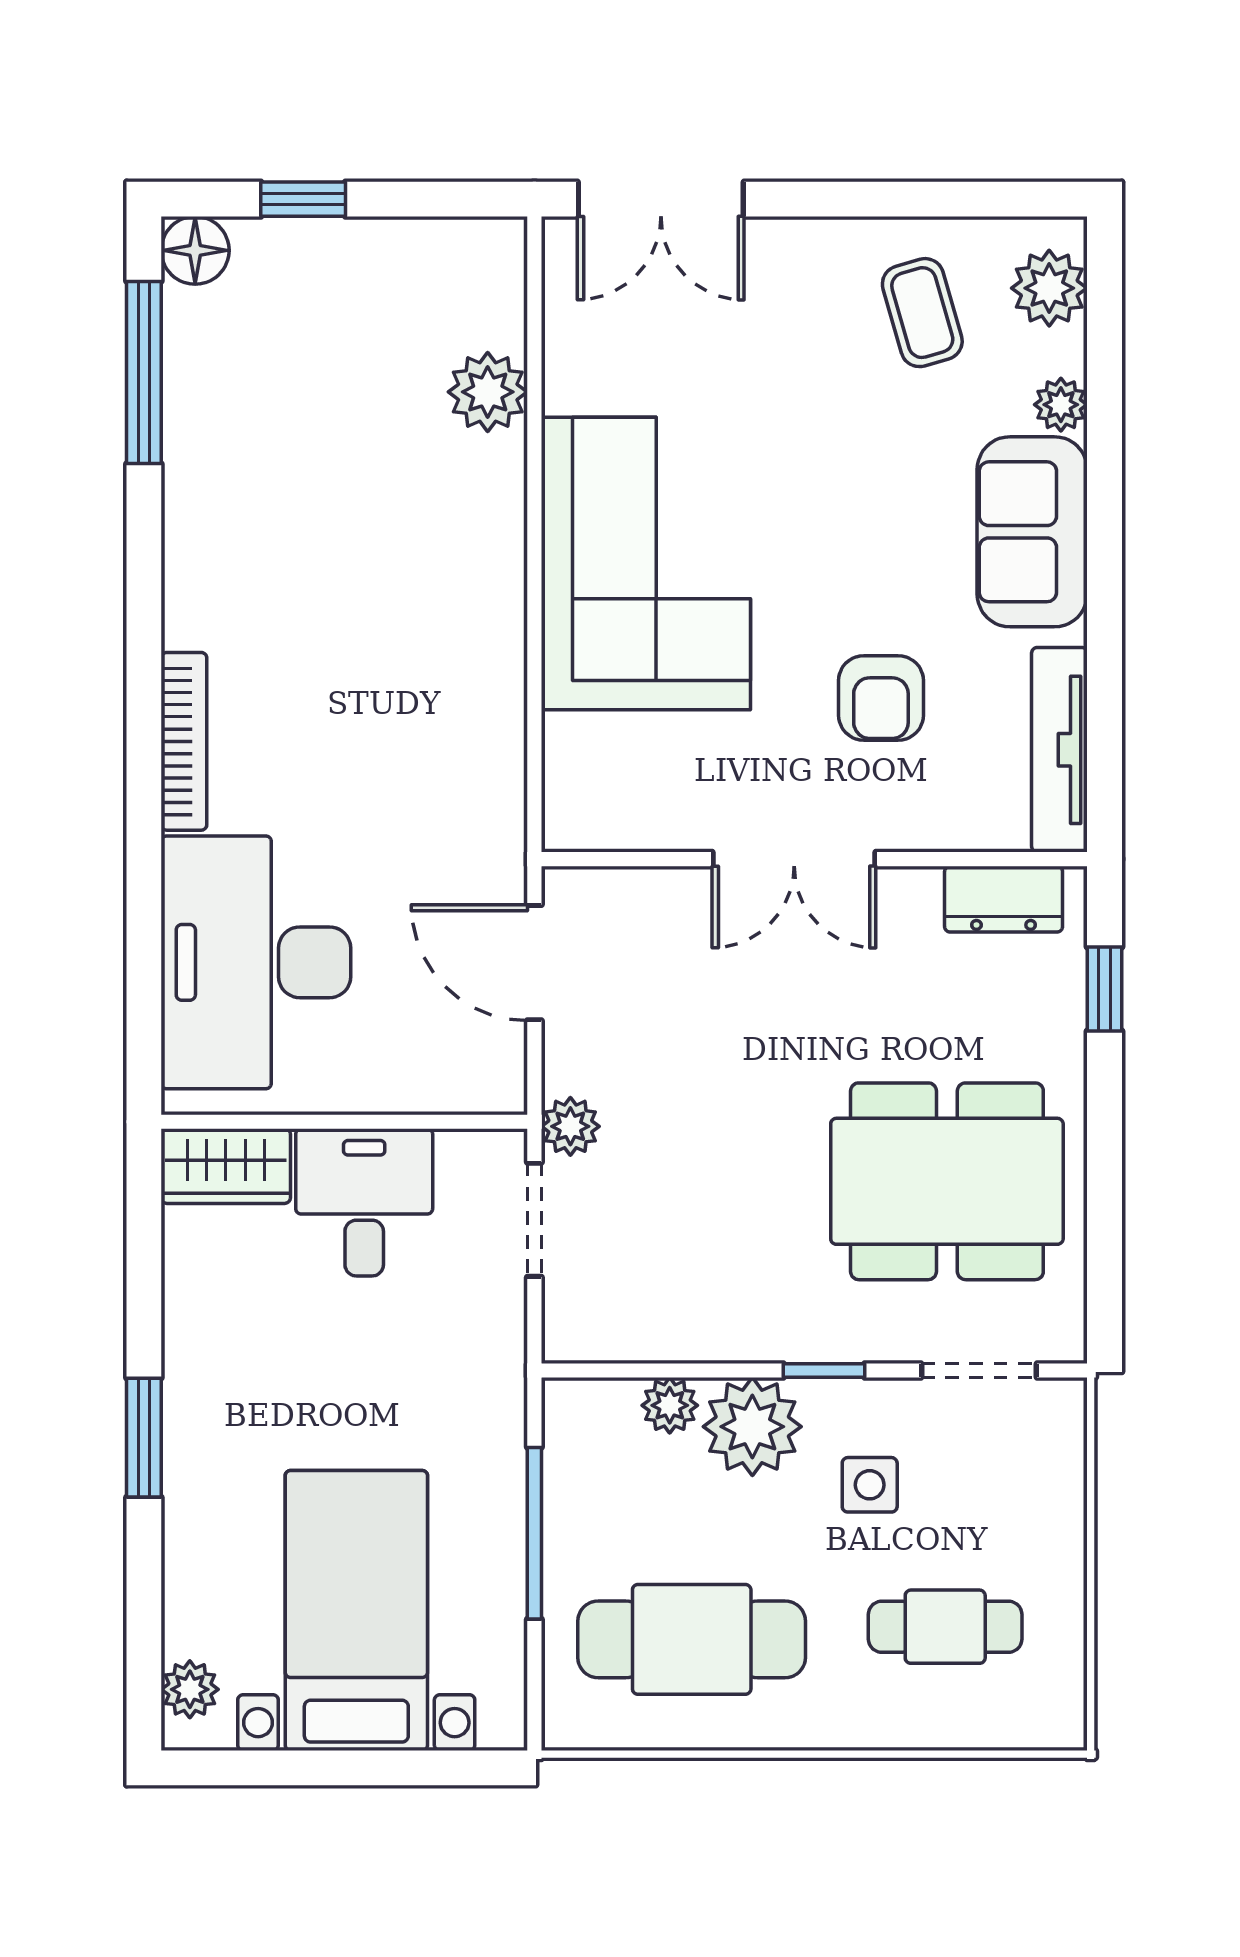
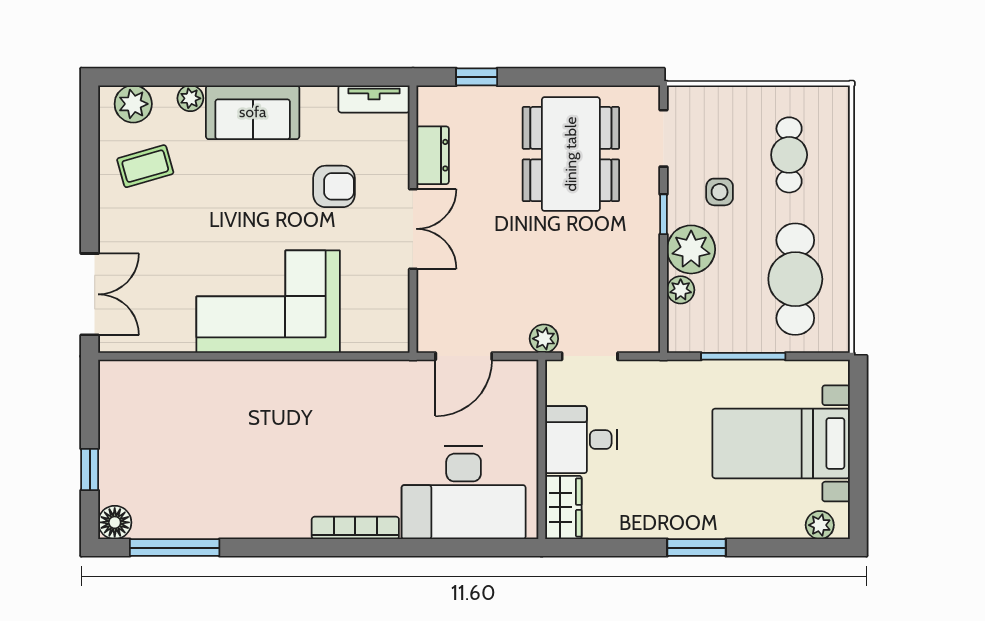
plant: (488, 392) -> (184, 379), removed
tv unit: (1059, 750) -> (374, 99), width x0.71
dresser: (1004, 899) -> (433, 155), moved

